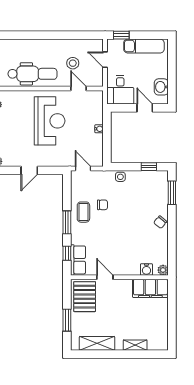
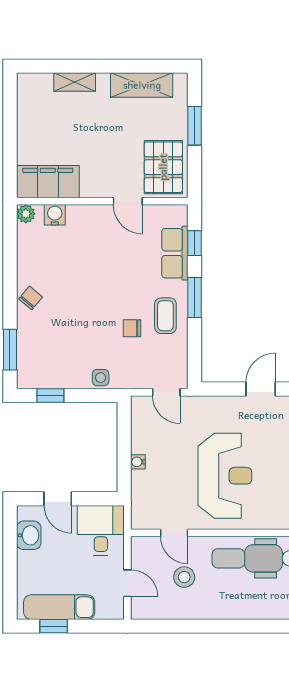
window: (121, 35) -> (54, 626), moved
reception desk: (50, 121) -> (225, 476), turned 180
row of seats: (78, 260) -> (175, 253), moved

